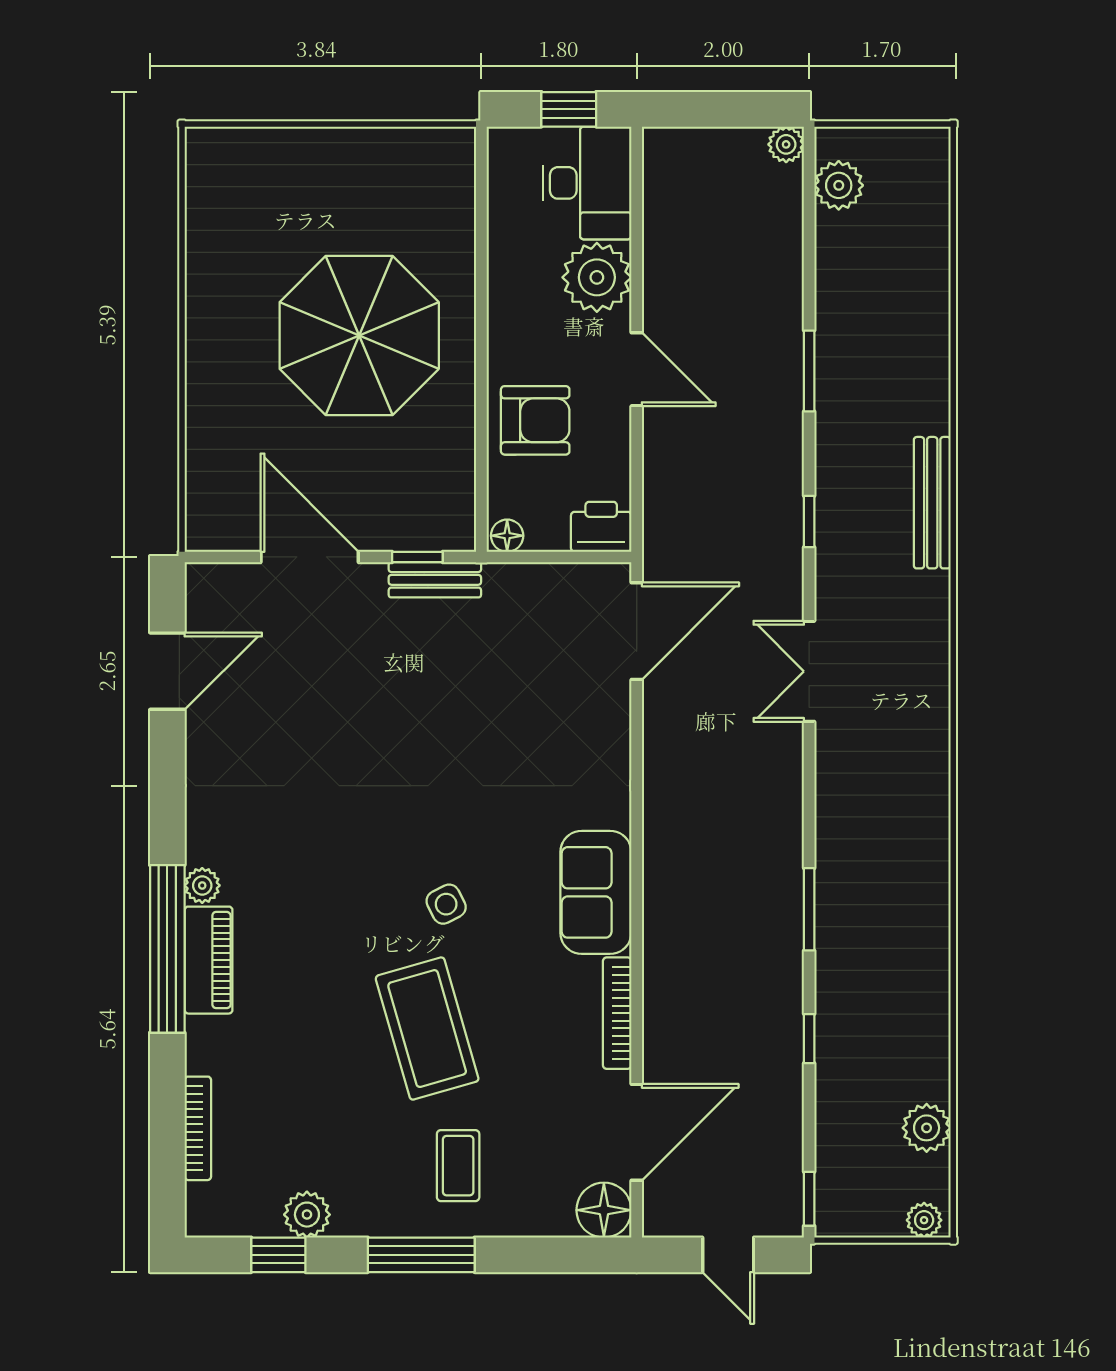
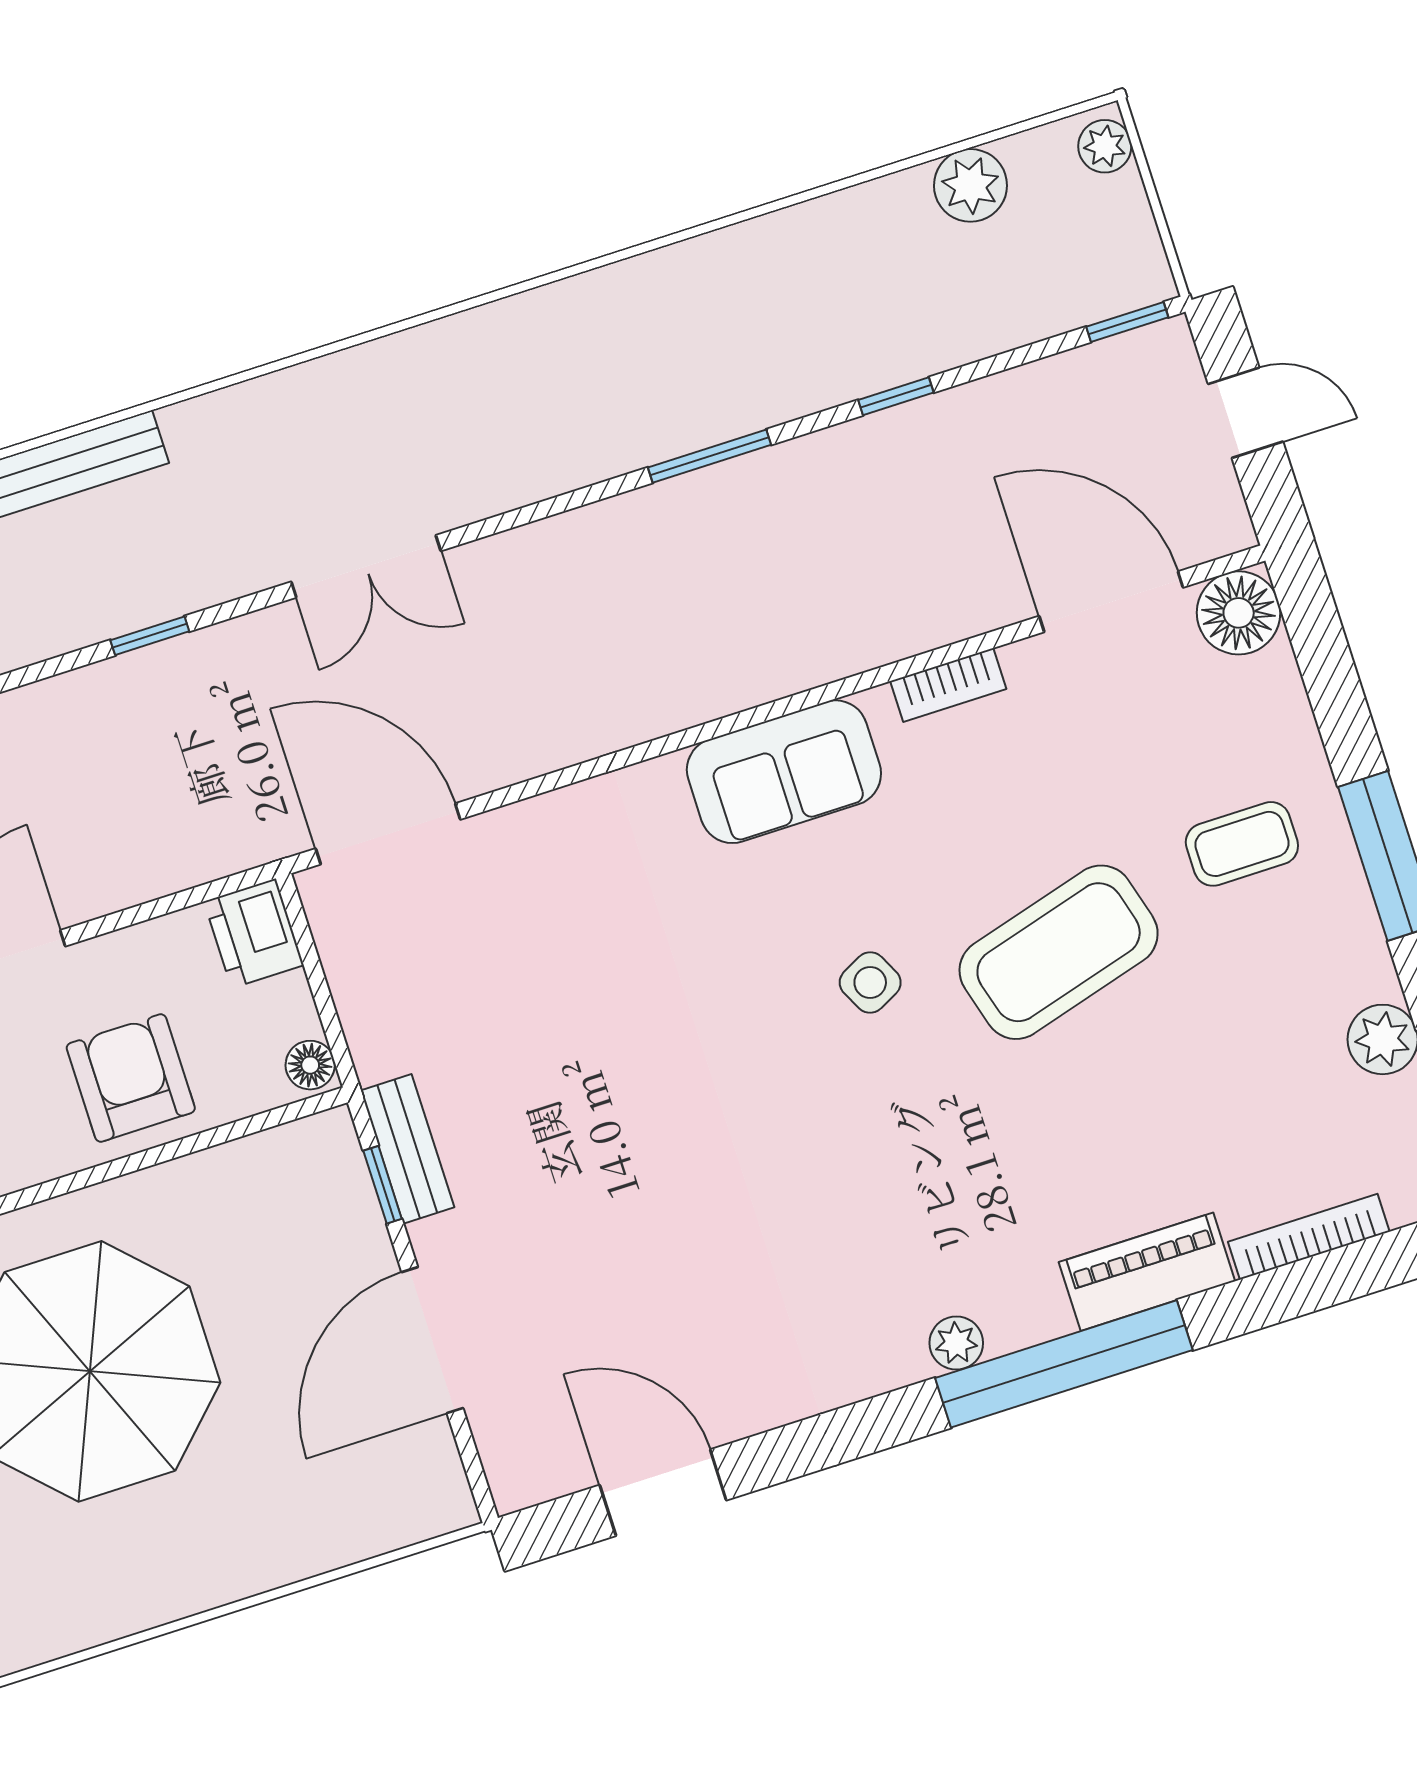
piano: (209, 960) -> (1147, 1272), moved
bookcase: (617, 1013) -> (948, 685), width x0.64
door: (728, 1255) -> (1246, 413), hinge flipped

